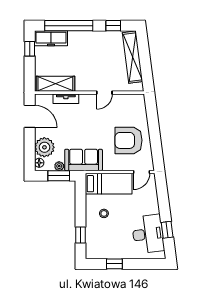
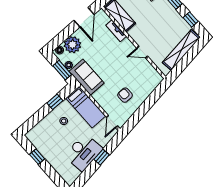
armchair: (128, 140) -> (125, 95), width x0.53, depth x0.53
door: (142, 172) -> (112, 122), hinge flipped
window: (167, 230) -> (102, 157), moved
desk: (148, 234) -> (83, 152), moved
window: (80, 235) -> (55, 102), moved

